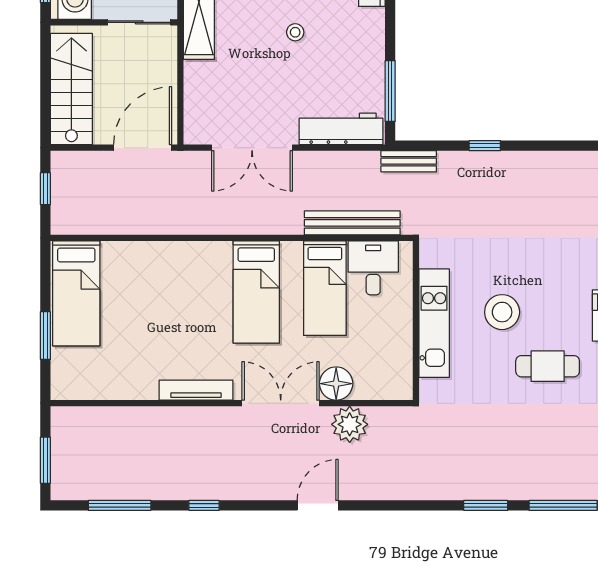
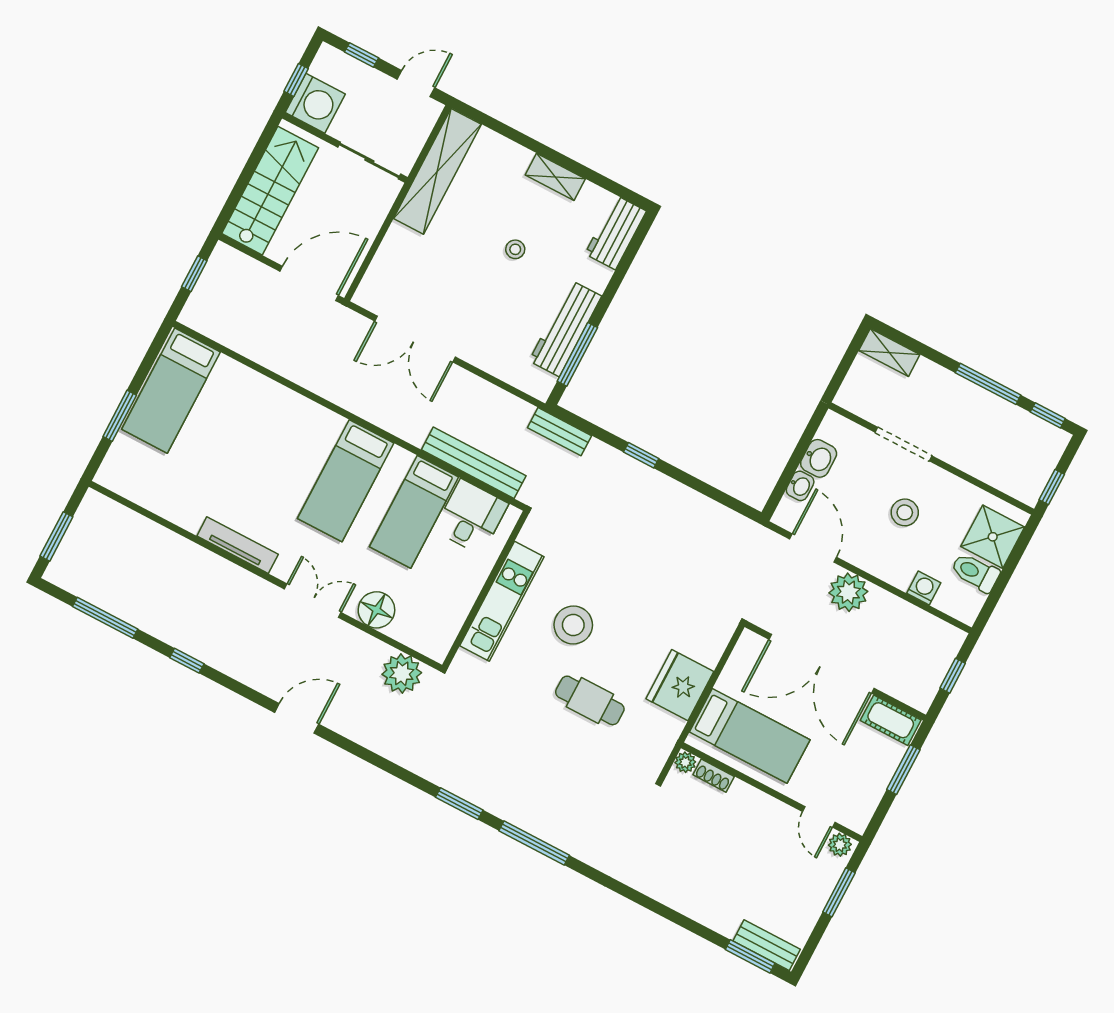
workbench: (341, 129) -> (565, 329), moved, turned -90
double door: (281, 403) -> (313, 601), width x0.73
plant: (350, 424) -> (402, 673), moved

